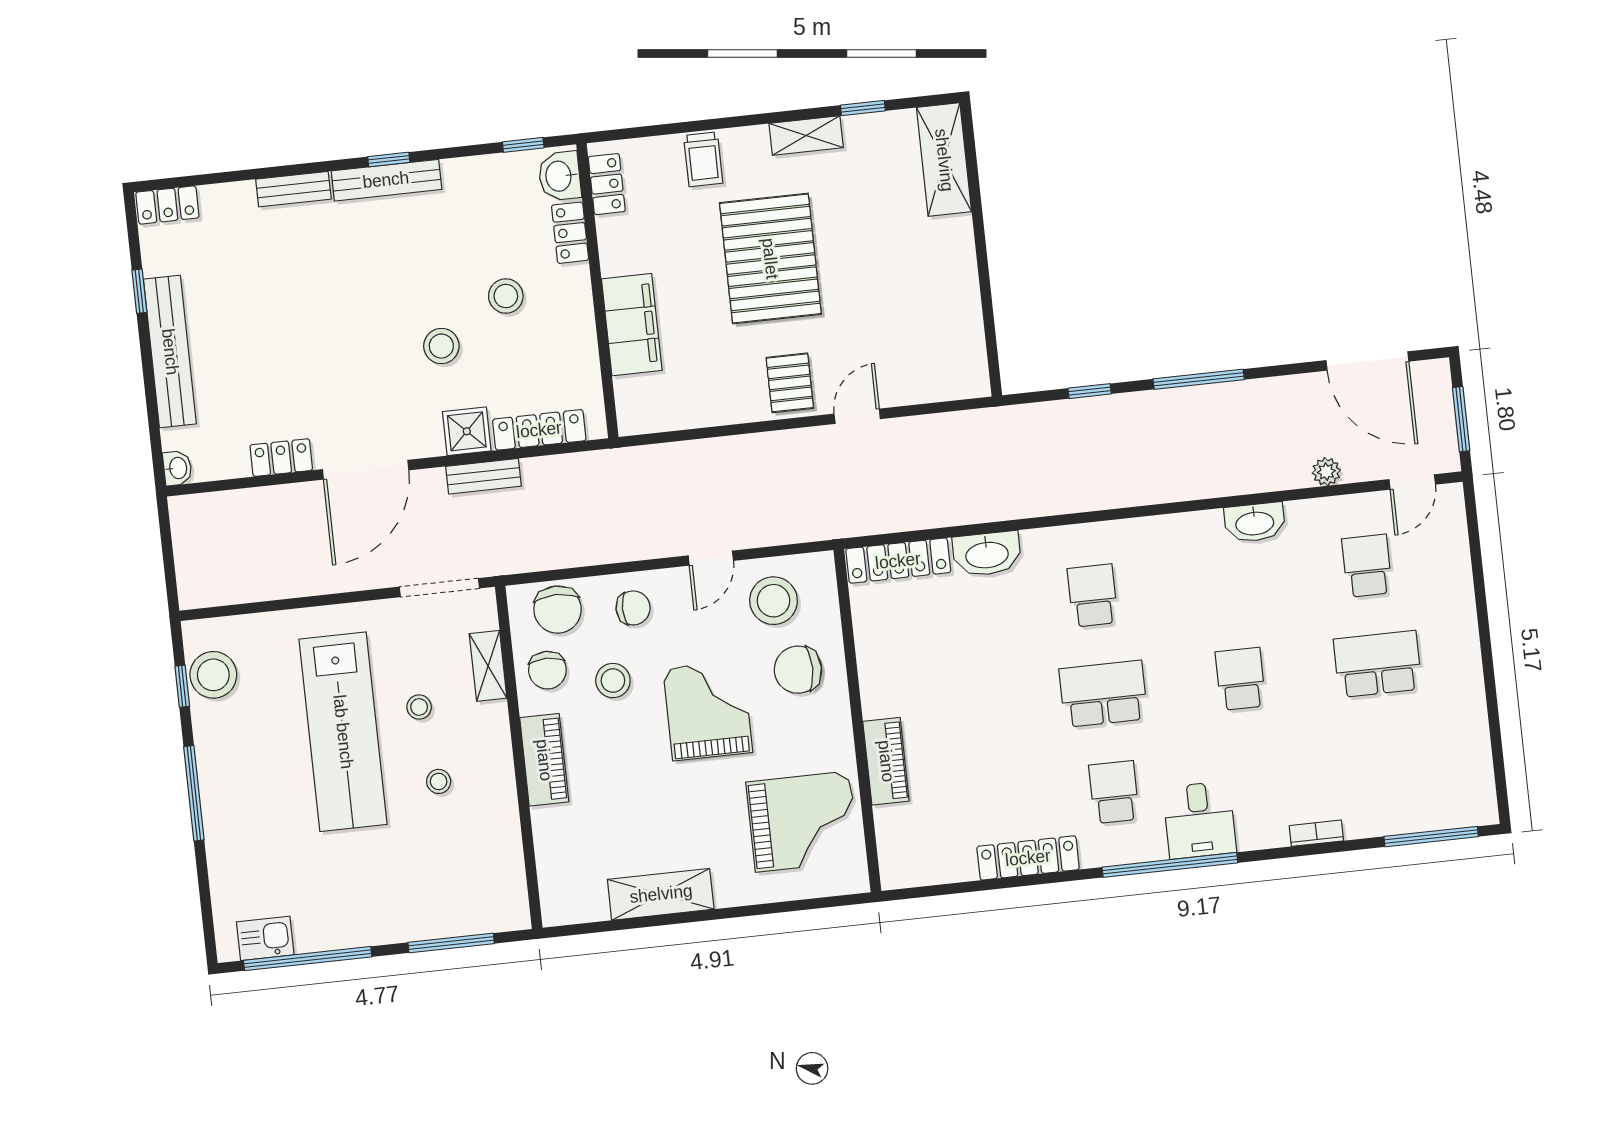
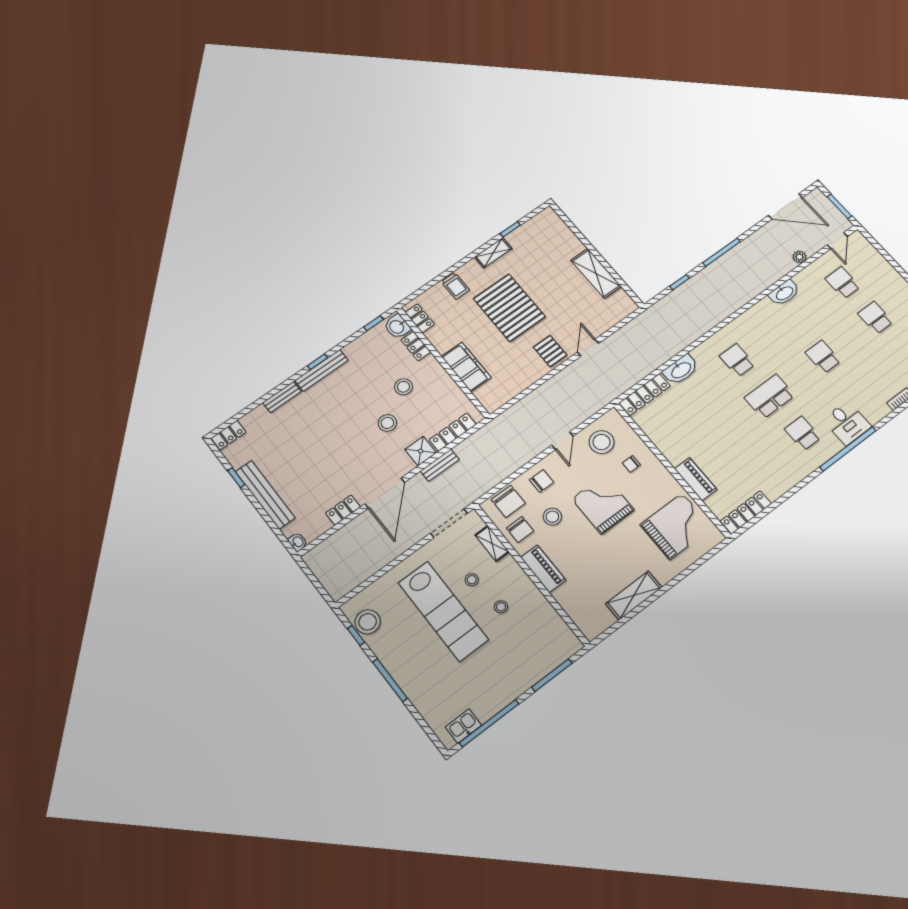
shelving: (944, 160) -> (596, 273), moved
school desk: (1378, 664) -> (875, 318), width x0.54
chair: (798, 670) -> (631, 464), width x0.54, depth x0.54
locker: (1028, 858) -> (746, 512), moved

